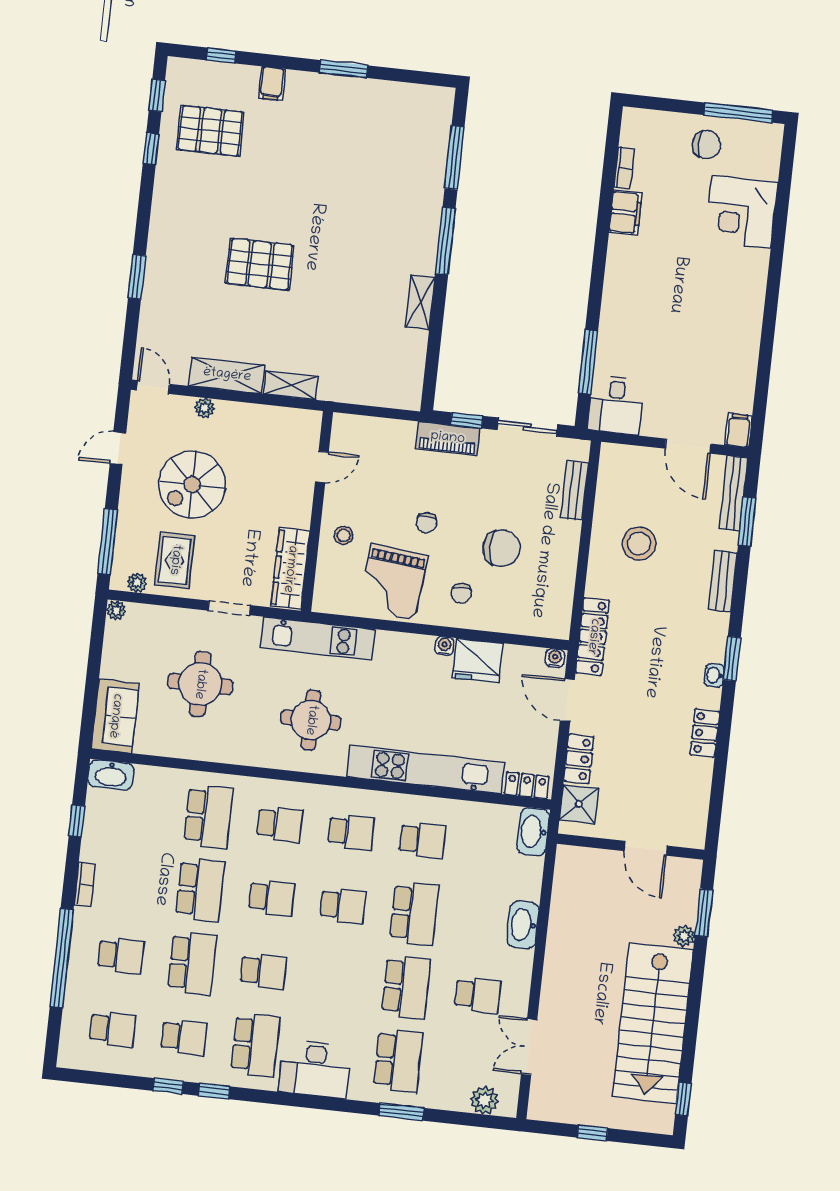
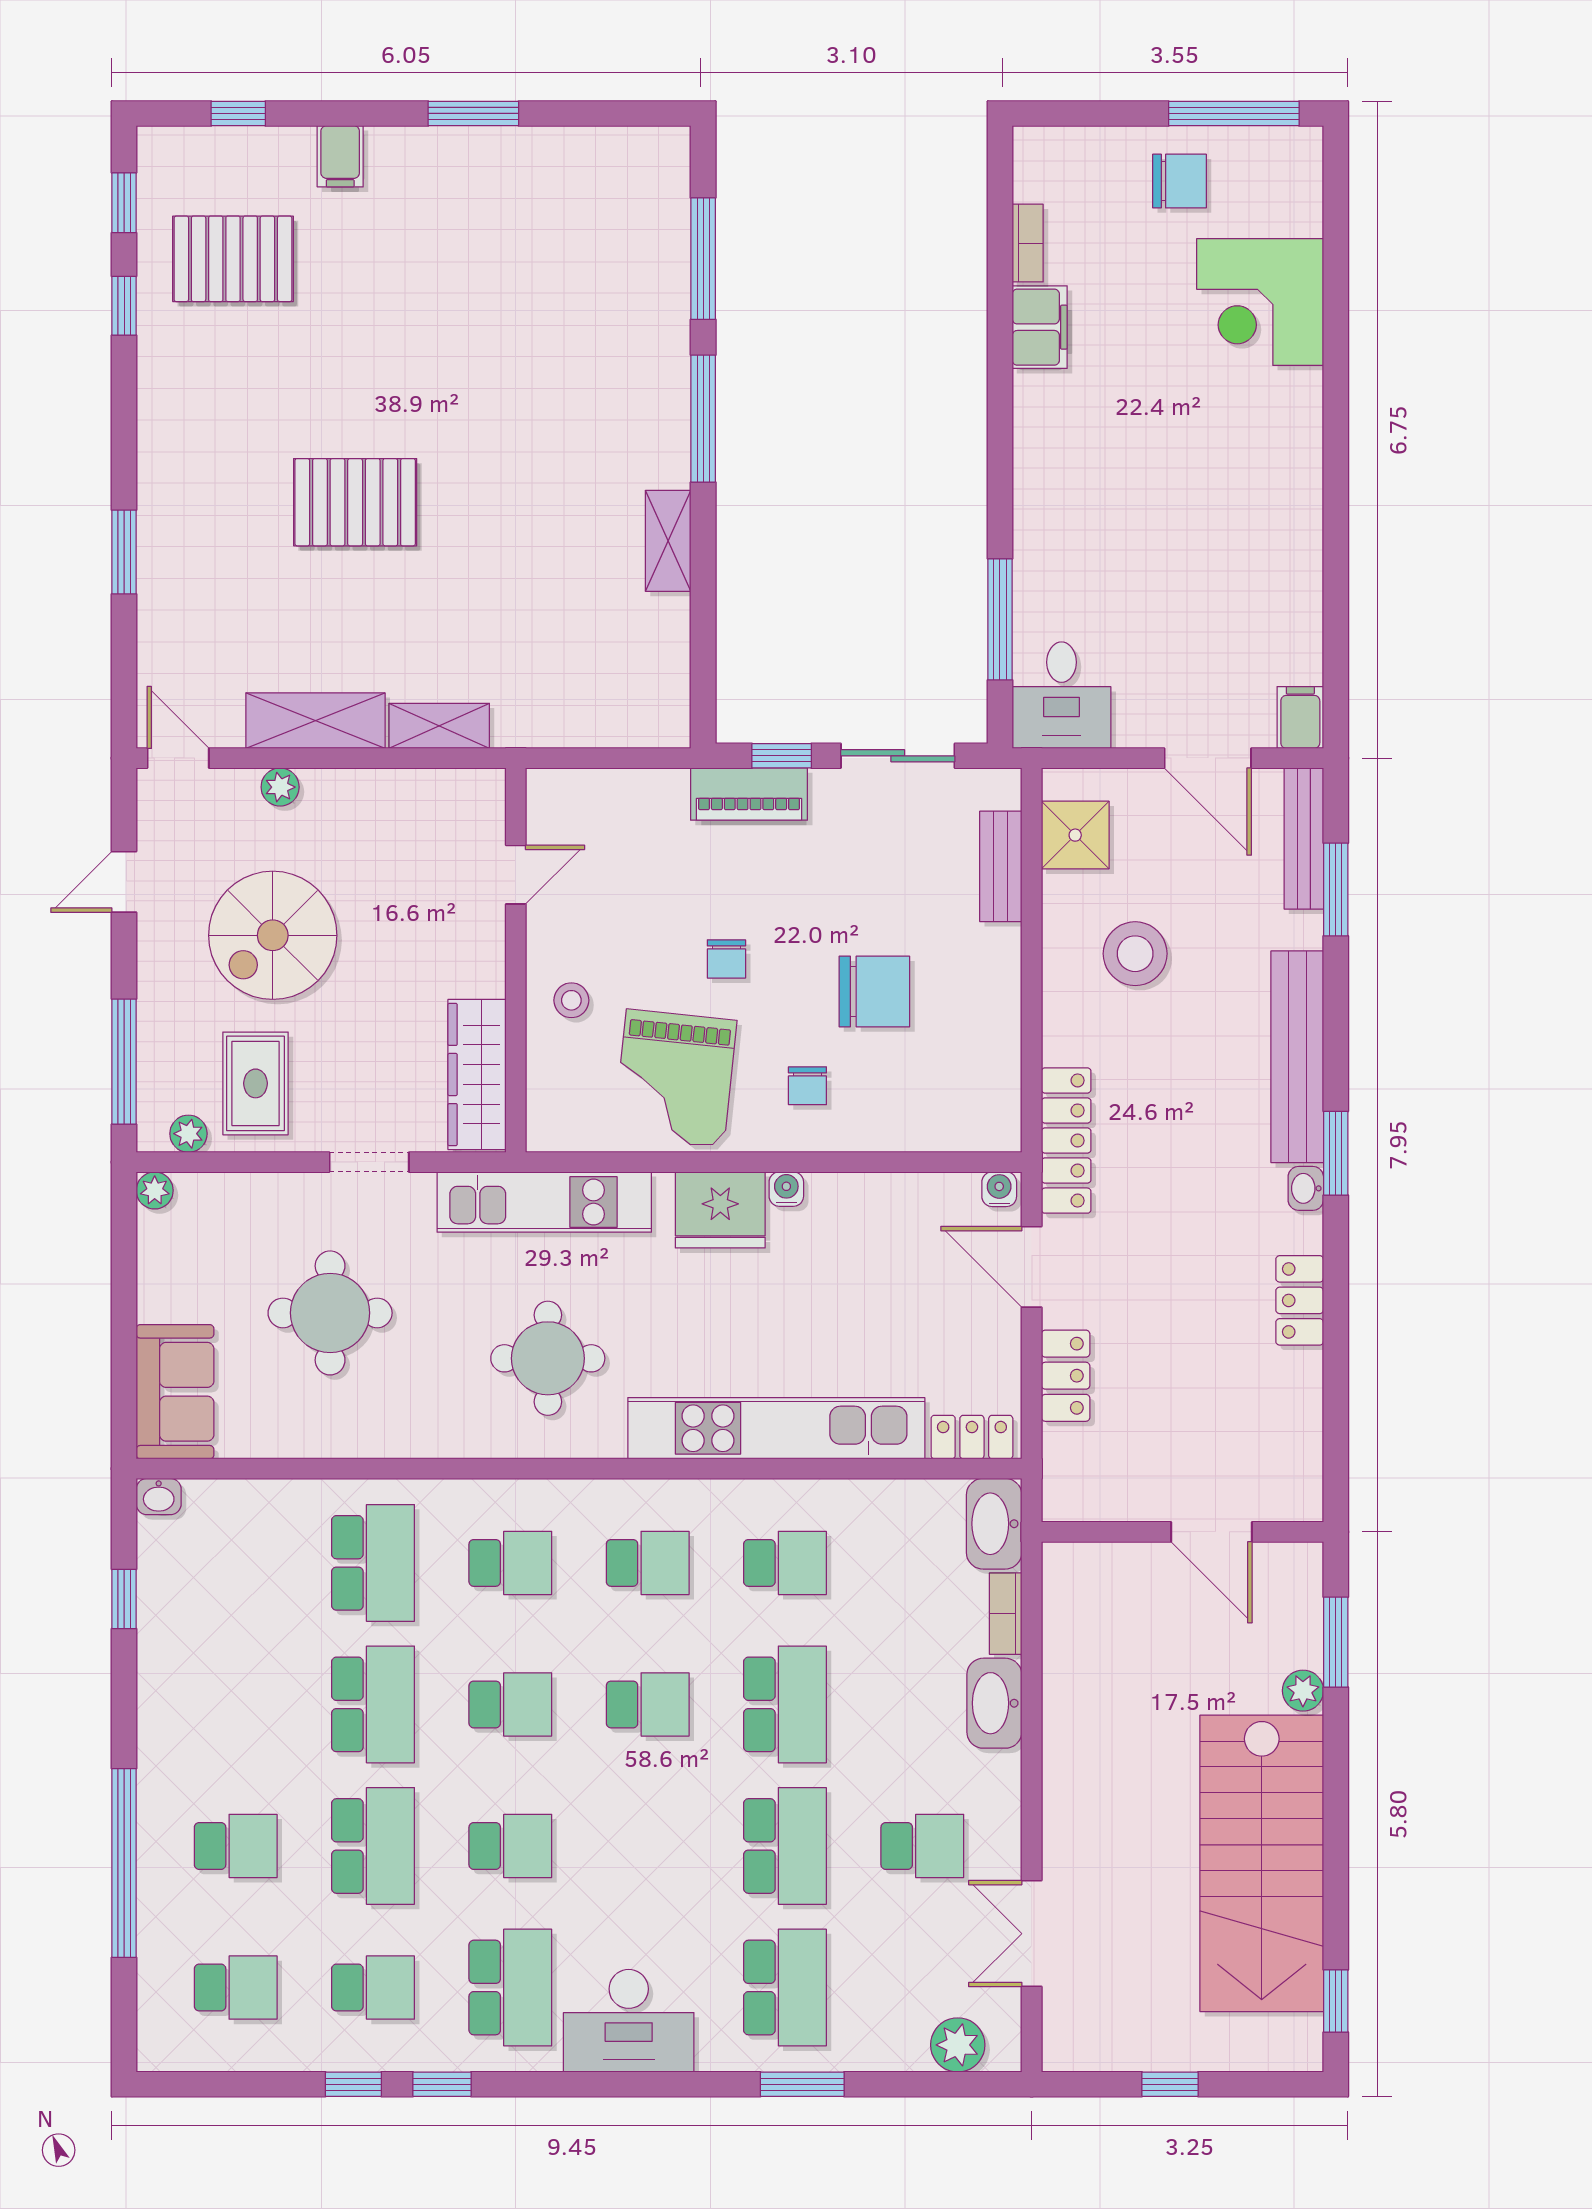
bench: (723, 581) -> (1297, 1057), width x1.86, depth x1.21
fridge: (478, 660) -> (720, 1210), moved
washbasin: (111, 775) -> (159, 1497), width x0.52, depth x0.69
shower: (579, 804) -> (1075, 835), moved
bookcase: (85, 884) -> (1006, 1614), moved, turned 180

